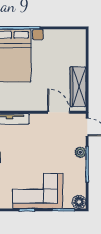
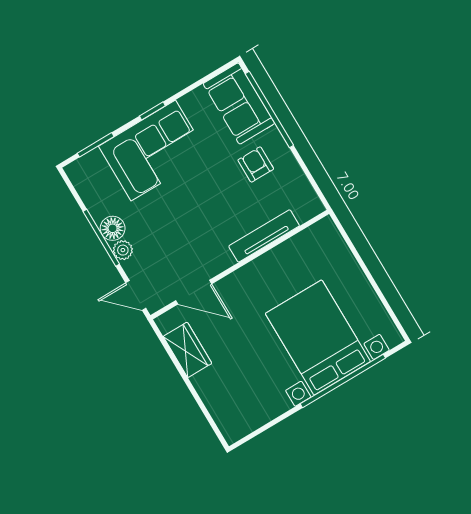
wardrobe: (78, 87) -> (187, 350), width x0.67
floor lamp: (79, 202) -> (113, 228), moved

